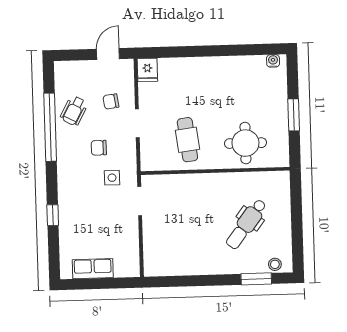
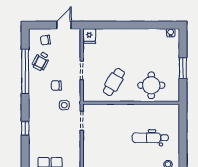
chair: (111, 101) -> (45, 40), moved
cafe table: (187, 140) -> (114, 82), turned 38
dental chair: (246, 224) -> (150, 138), turned 53

